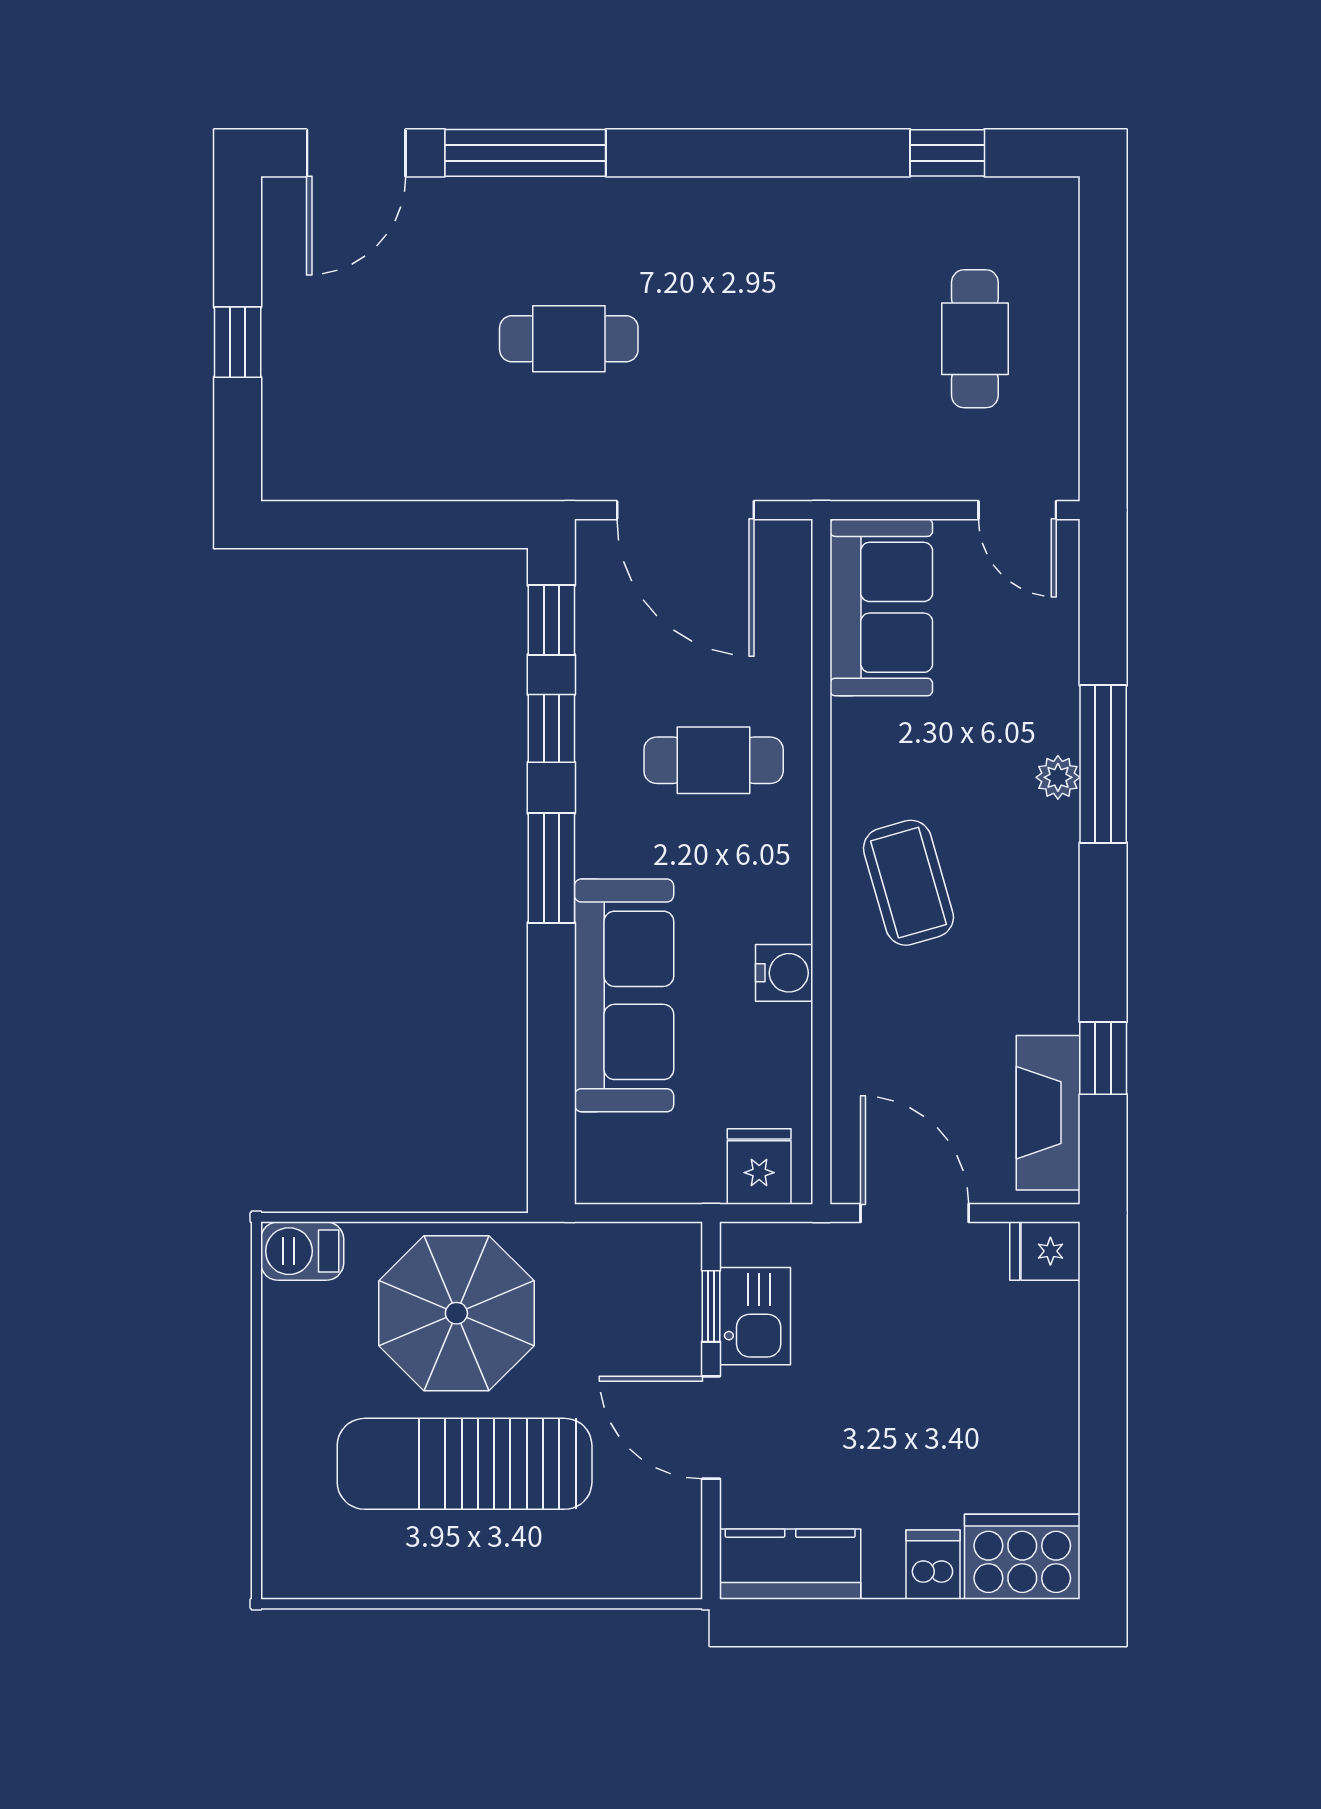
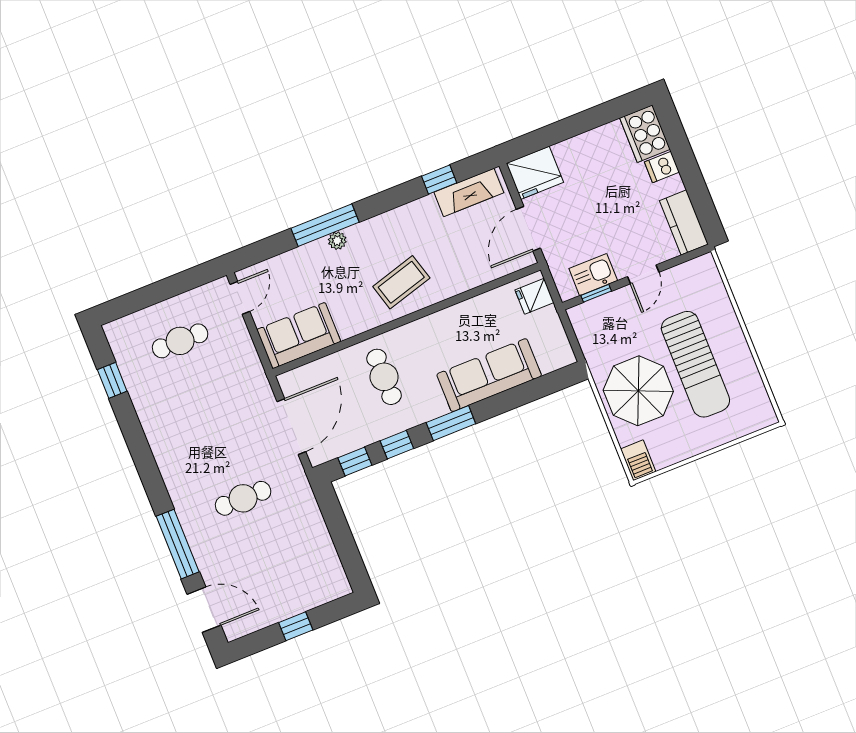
cafe table: (569, 339) -> (243, 498), turned 90
water cooler: (784, 973) -> (455, 316), removed
fridge: (1045, 1251) -> (535, 173), width x1.88, depth x1.34
door: (711, 1428) -> (643, 274), width x0.73

